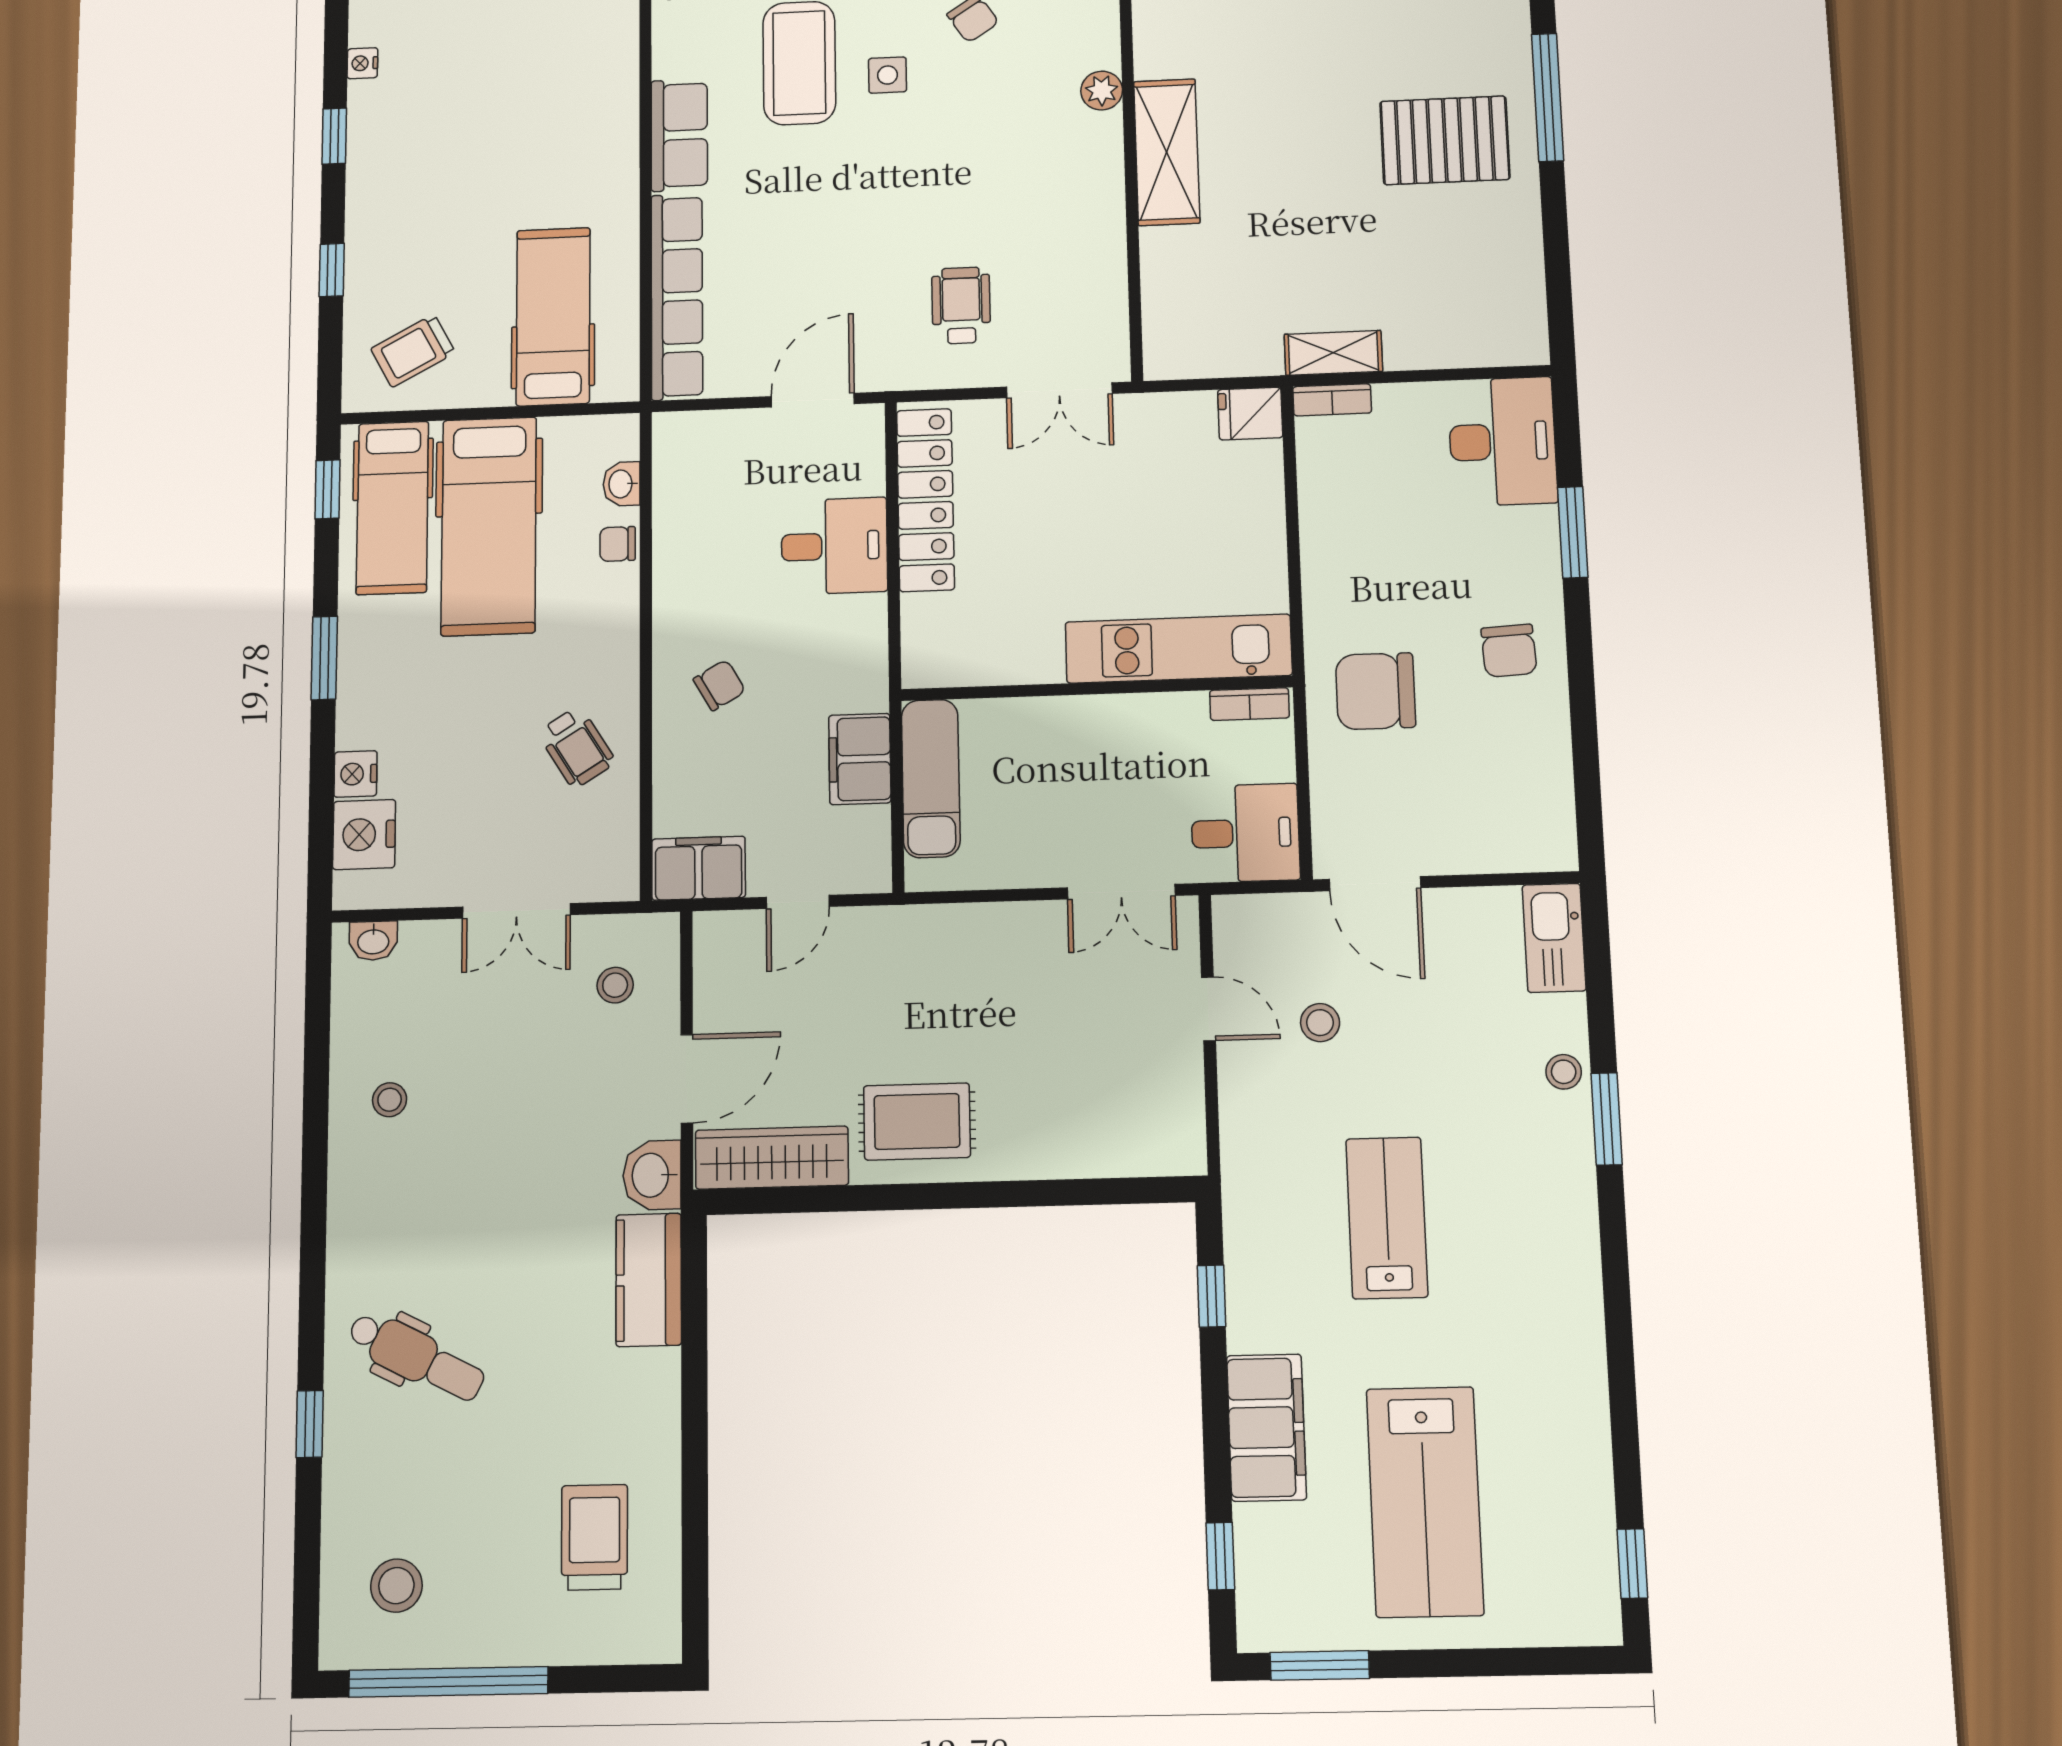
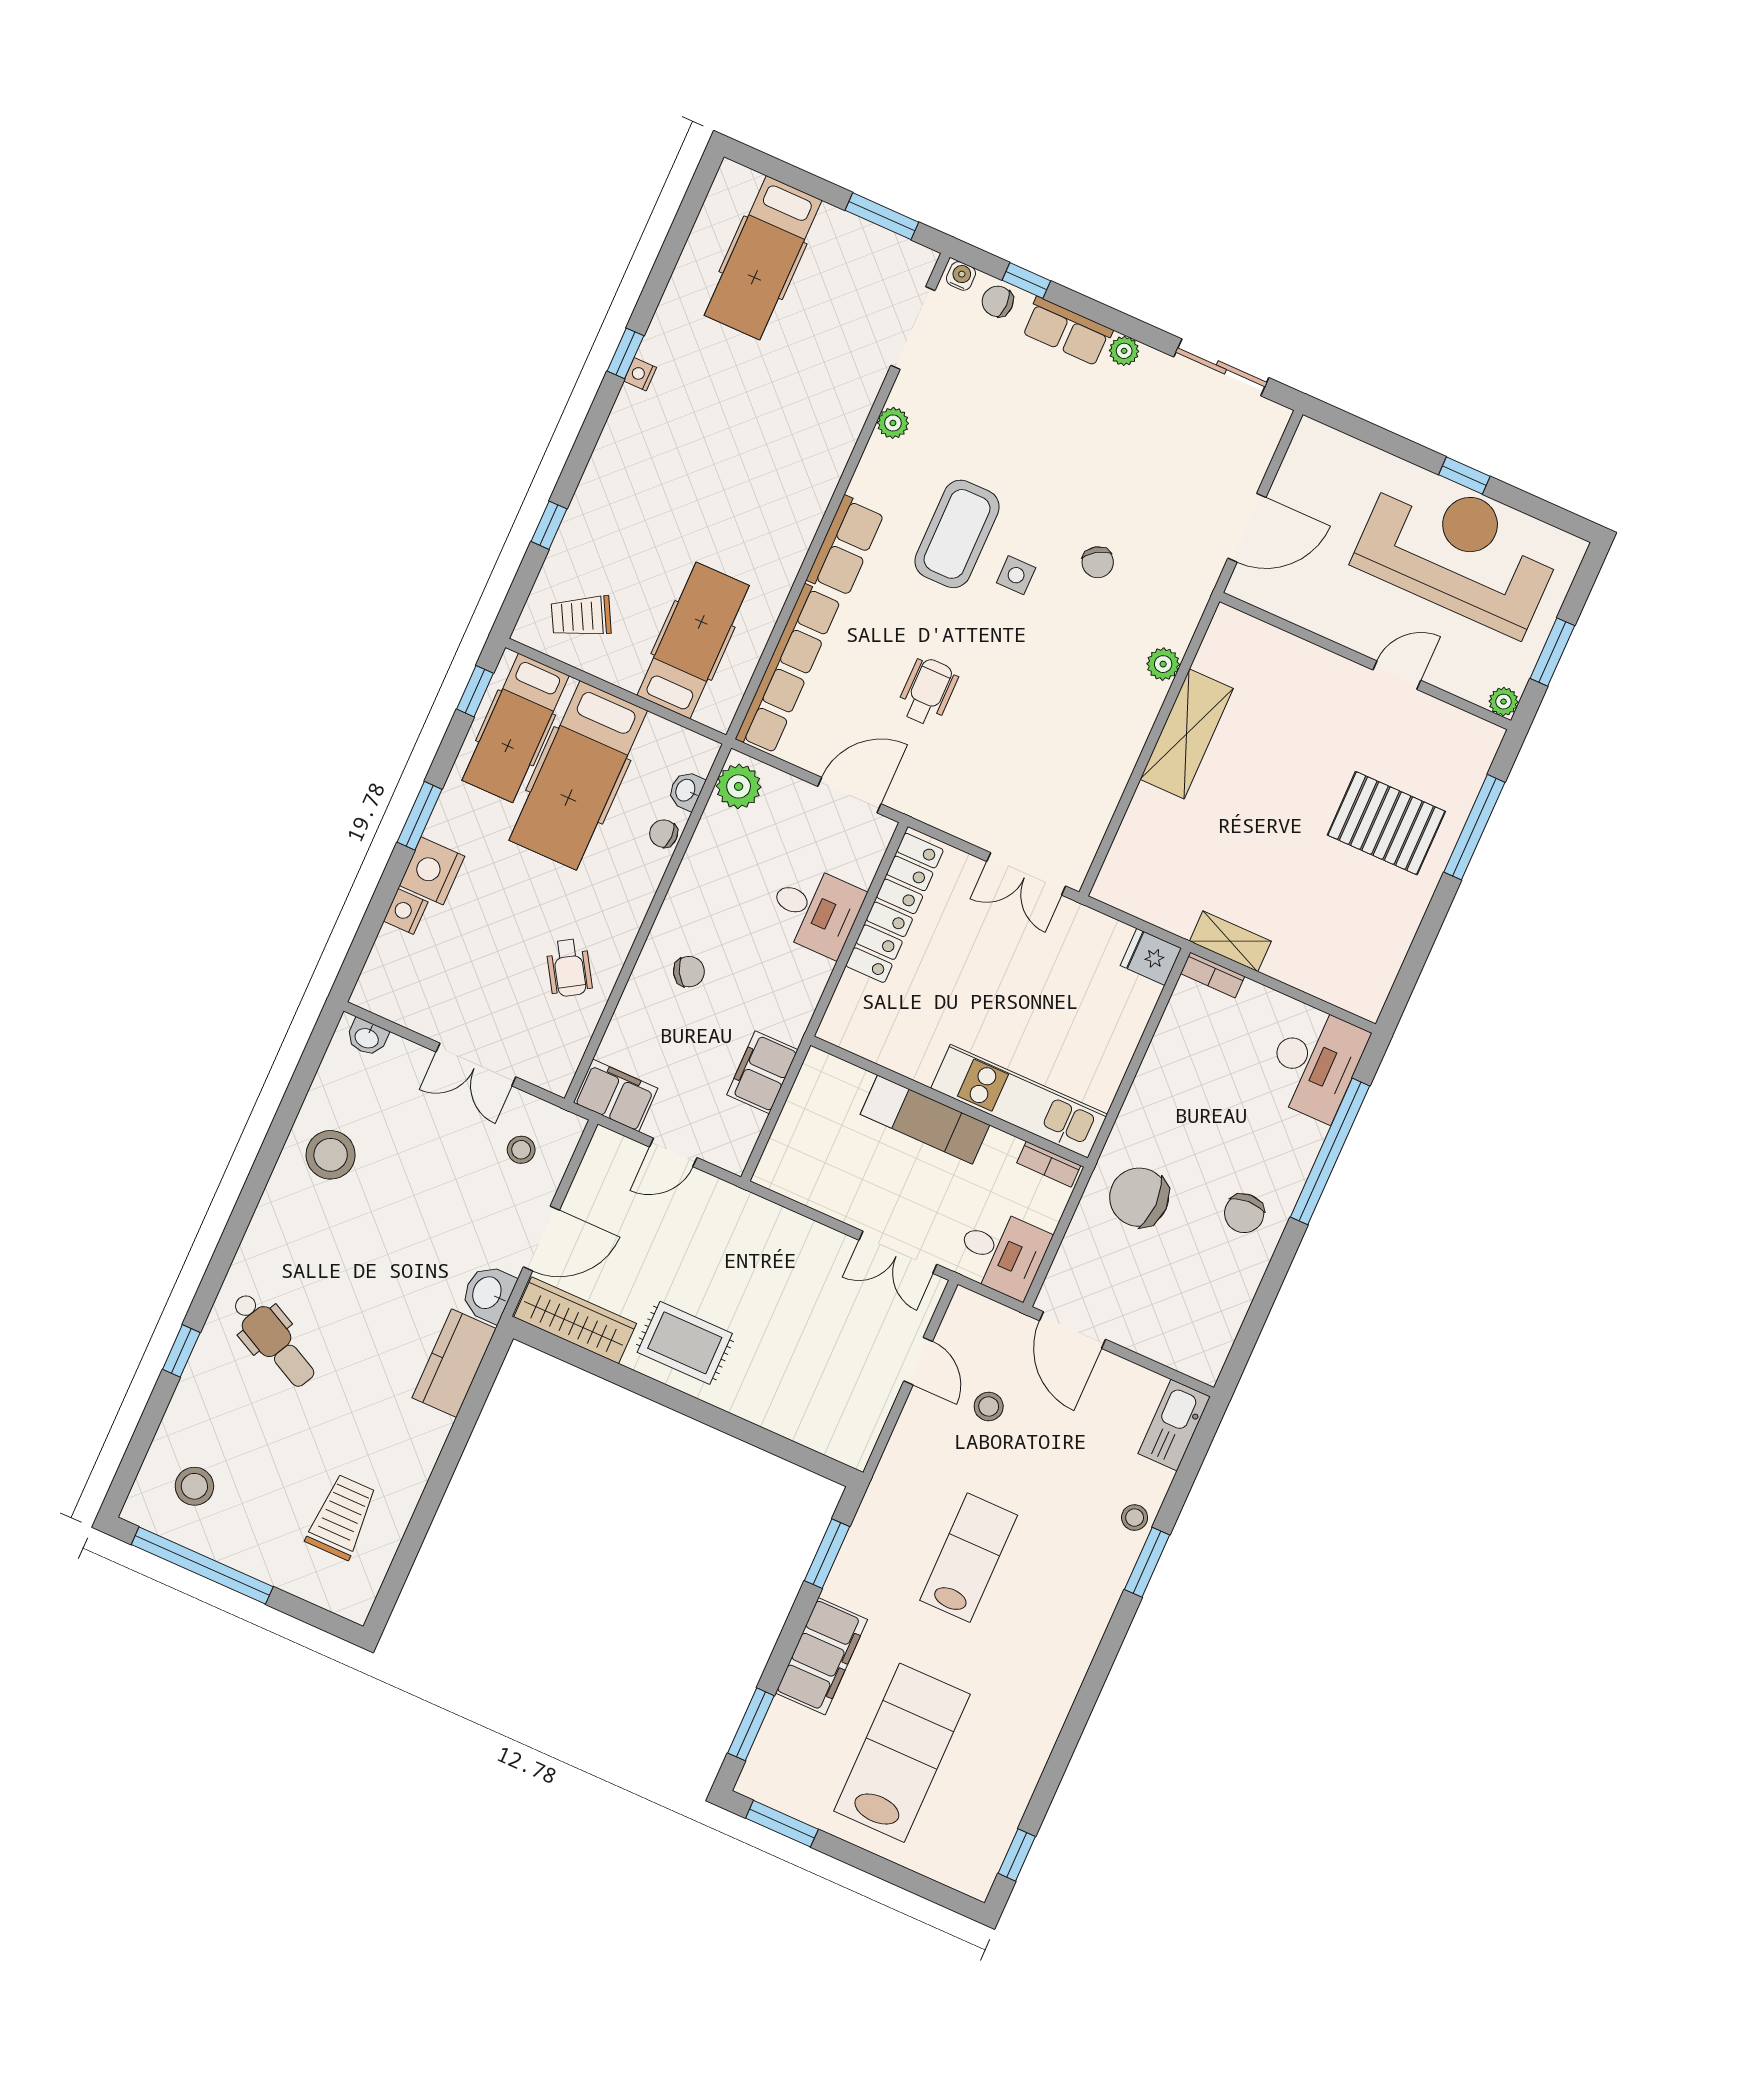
window: (334, 136) -> (625, 353), moved
wheelchair: (961, 305) -> (927, 692), moved
plant: (680, 451) -> (739, 786), added
window: (1573, 532) -> (1330, 1151), width x2.11
exam couch: (931, 778) -> (925, 1120), moved, turned 90
nightstand: (364, 835) -> (432, 871), moved
stool: (390, 1100) -> (331, 1155), width x1.89, depth x1.89
window: (1211, 1296) -> (827, 1554), width x1.50
lab bench: (1425, 1502) -> (902, 1753), turned 180
window: (1220, 1556) -> (751, 1724), width x1.50

